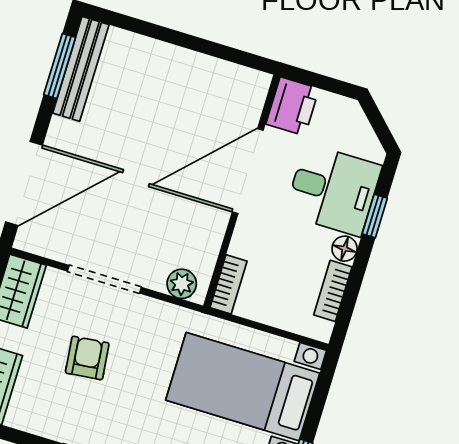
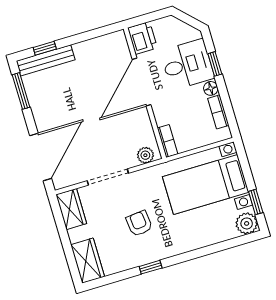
window: (137, 26) -> (45, 48), added
bench: (81, 69) -> (46, 60), moved, turned 90
armchair: (87, 358) -> (139, 223), moved

